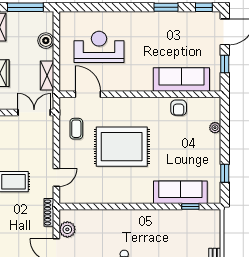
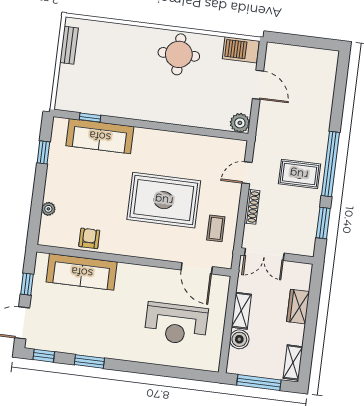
shelving: (47, 75) -> (241, 311), moved
shoe rack: (49, 212) -> (252, 207), moved
plant: (67, 229) -> (240, 123), moved

